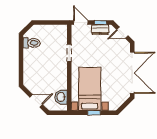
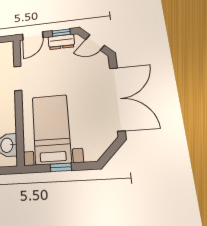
door: (81, 23) -> (33, 36), swing flipped

